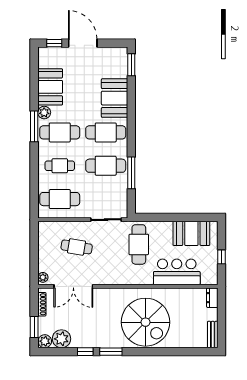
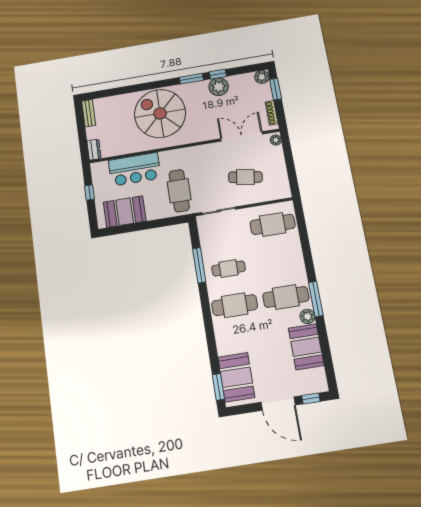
booth: (115, 98) -> (236, 377), moved
cafe table: (60, 166) -> (279, 260), removed
cafe table: (106, 166) -> (229, 268), width x0.73, depth x0.74
plant: (61, 339) -> (219, 87), moved

